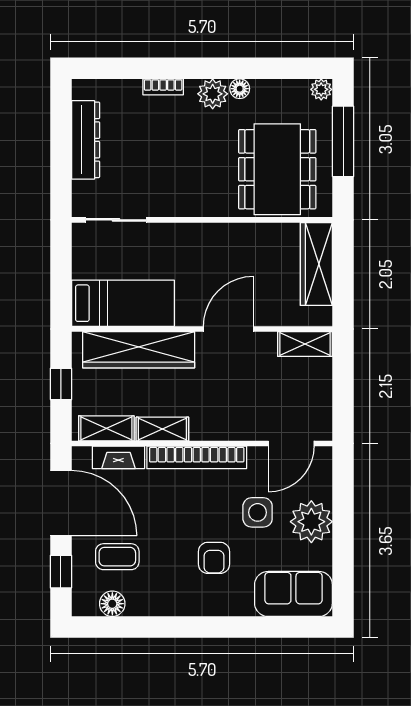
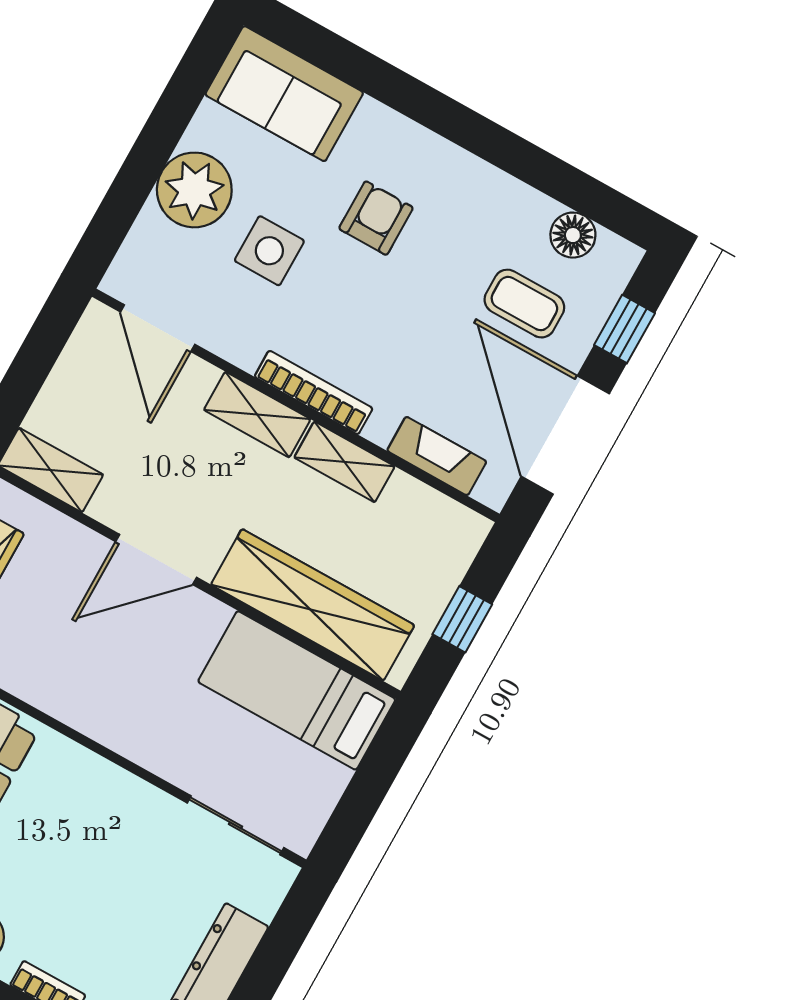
shelving: (106, 428) -> (257, 415), moved
door: (291, 443) -> (158, 328), swing flipped
bookcase: (197, 457) -> (314, 392), width x0.68, depth x0.76

